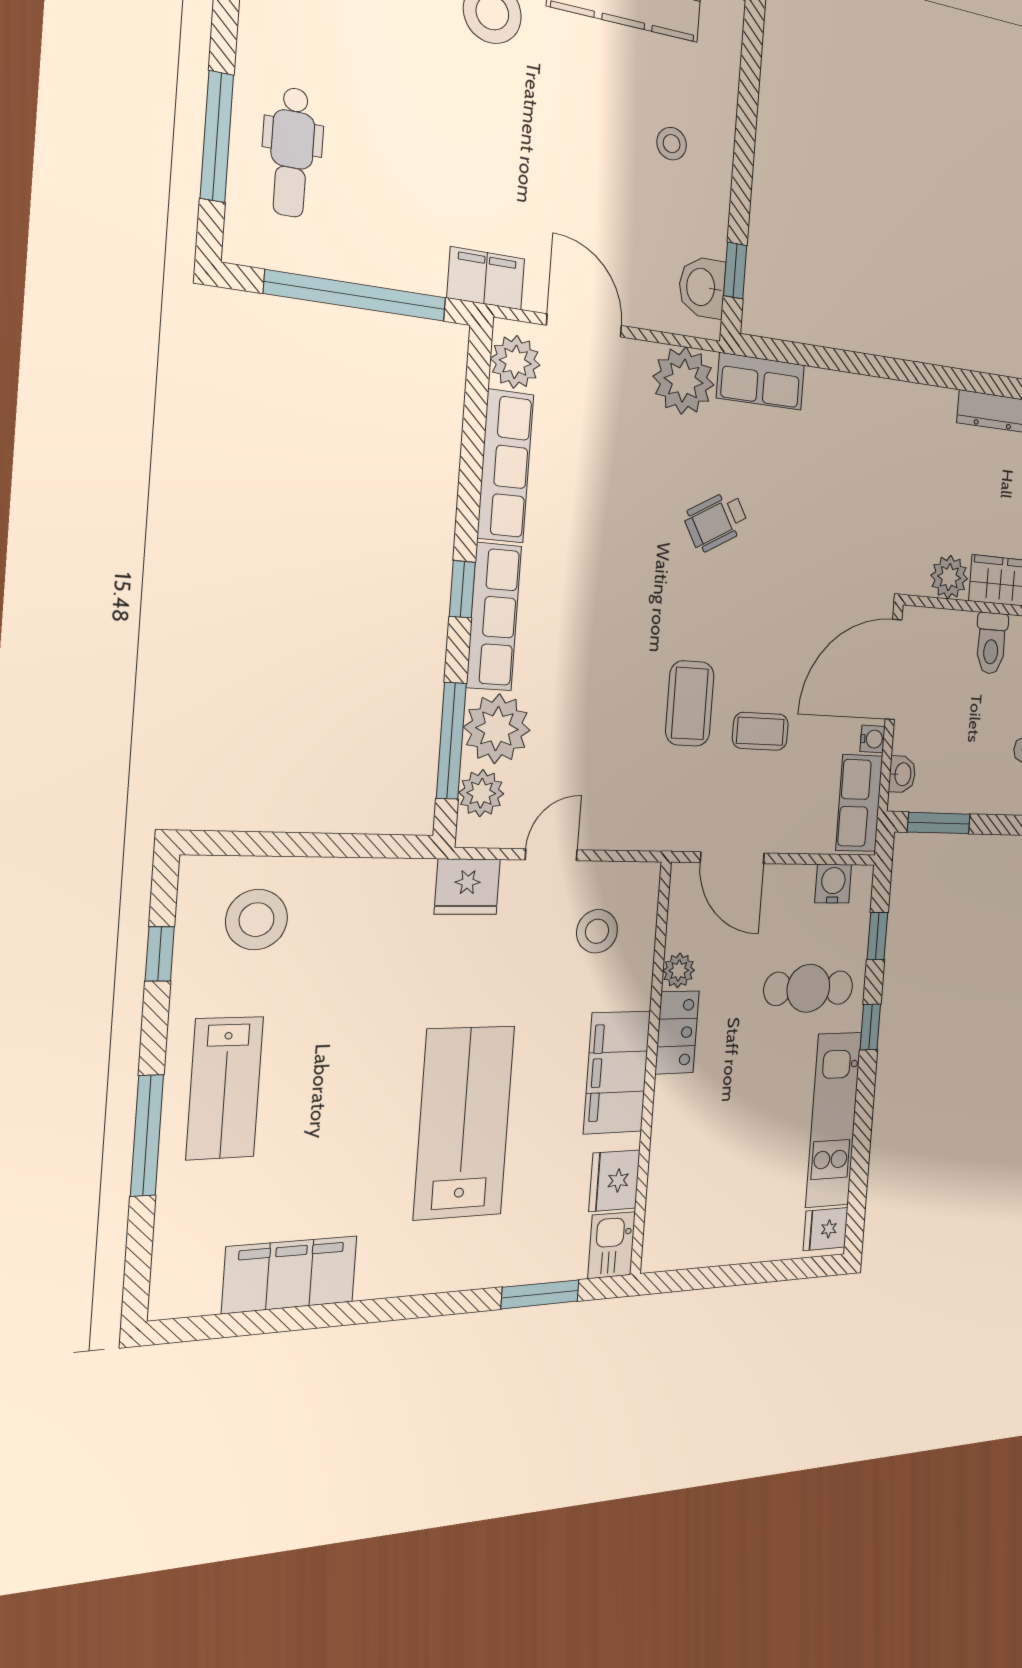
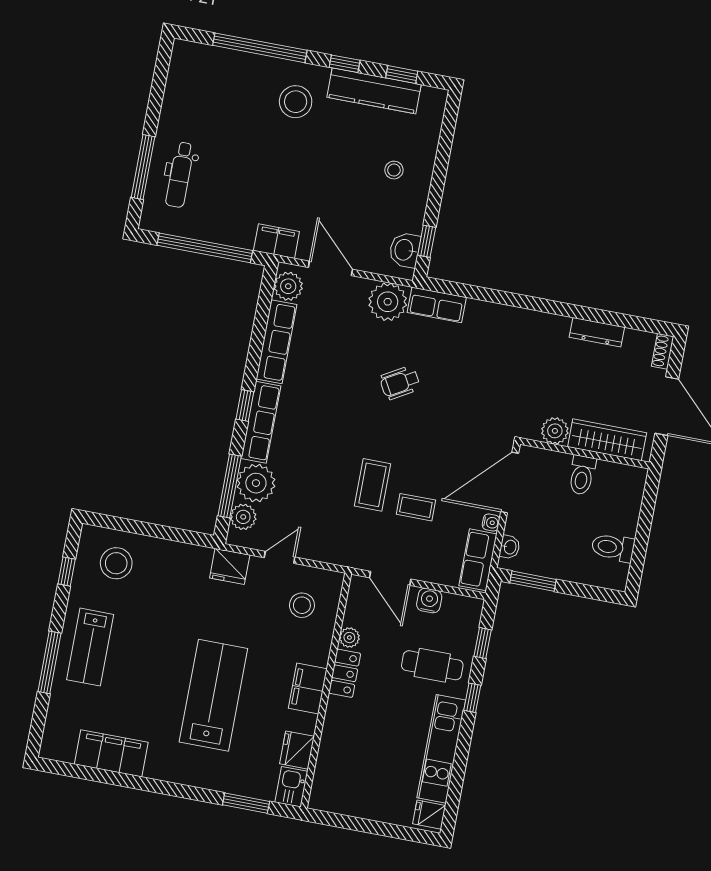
water cooler: (833, 884) -> (429, 601), moved
filing cabinet: (617, 1072) -> (308, 689), width x0.67, depth x0.86

